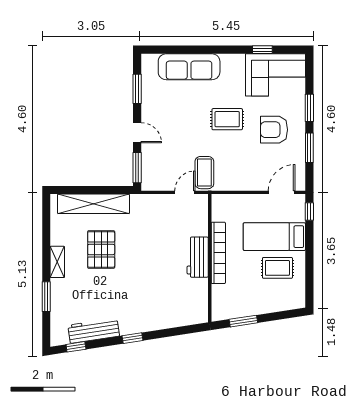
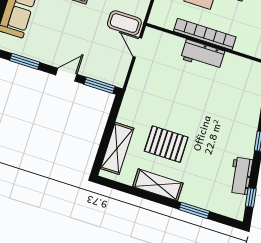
shelving: (93, 204) -> (117, 148), width x0.68
shelving: (57, 262) -> (158, 185), width x1.50, depth x1.33
workbench: (94, 331) -> (241, 176), width x0.73

